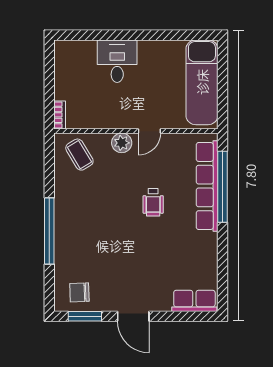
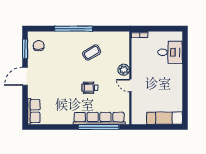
desk: (117, 61) -> (170, 52), moved
exam couch: (202, 82) -> (165, 118), width x0.73, depth x0.69
coffee table: (79, 155) -> (92, 52), moved

